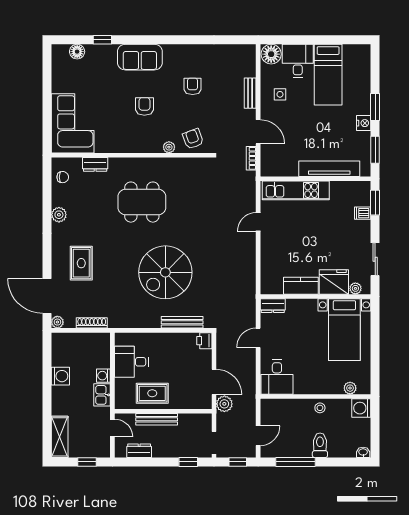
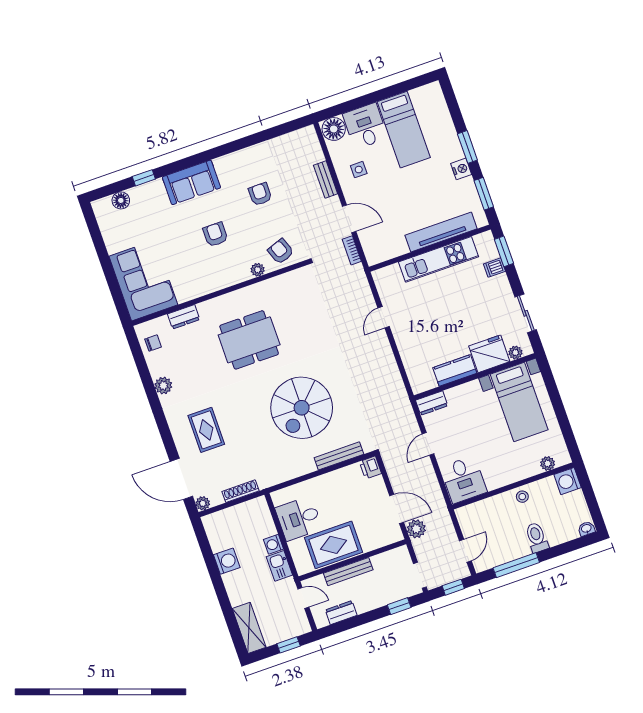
kitchen unit: (296, 190) -> (439, 259), moved
rug: (152, 393) -> (334, 545), width x1.36, depth x1.43

